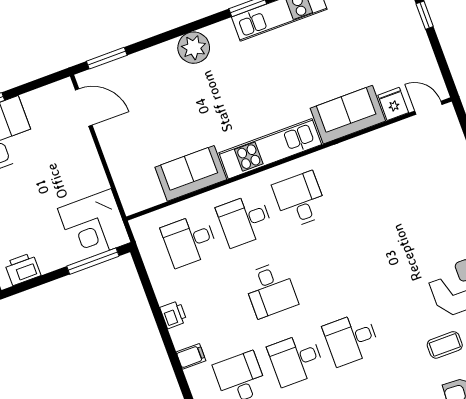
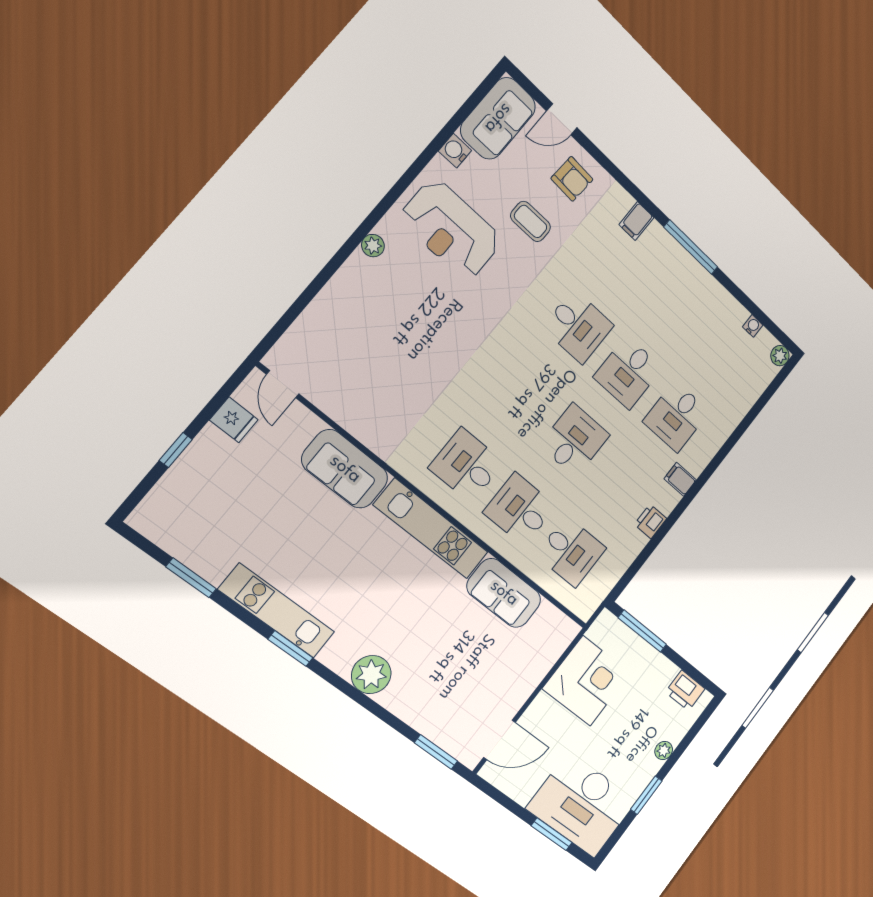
fridge: (393, 104) -> (234, 420), moved, turned -90
door: (84, 108) -> (500, 740), swing flipped
desk: (300, 200) -> (466, 465), turned 90
desk: (245, 220) -> (520, 509), turned 180
corner desk: (94, 225) -> (587, 681), moved
desk: (296, 359) -> (628, 372), turned 90

